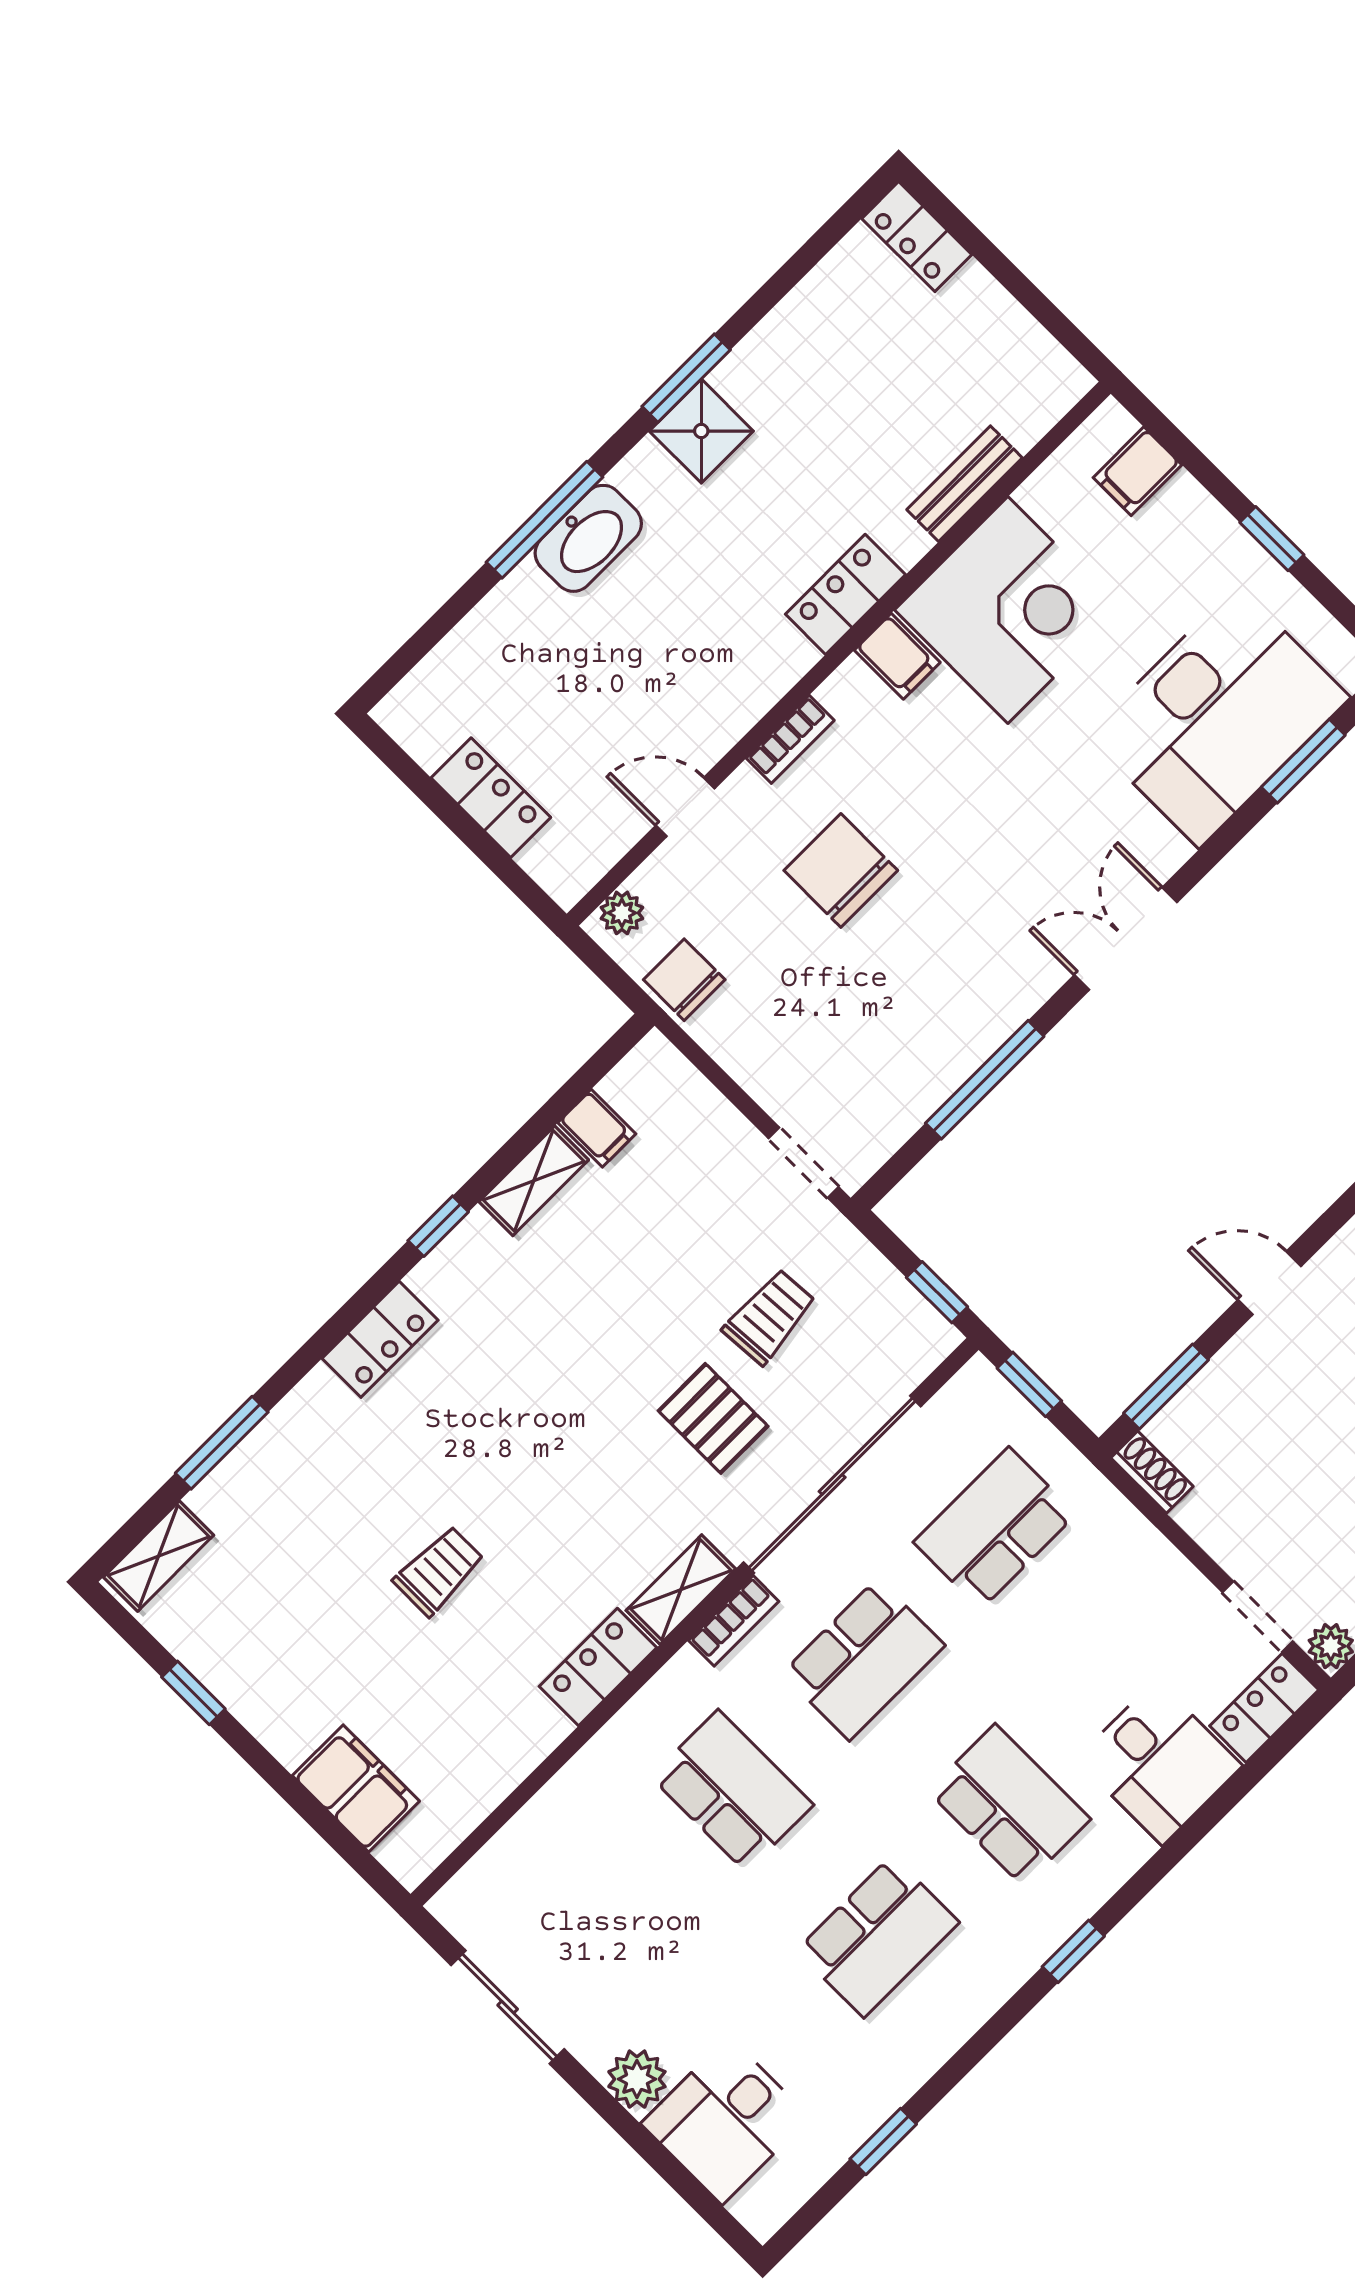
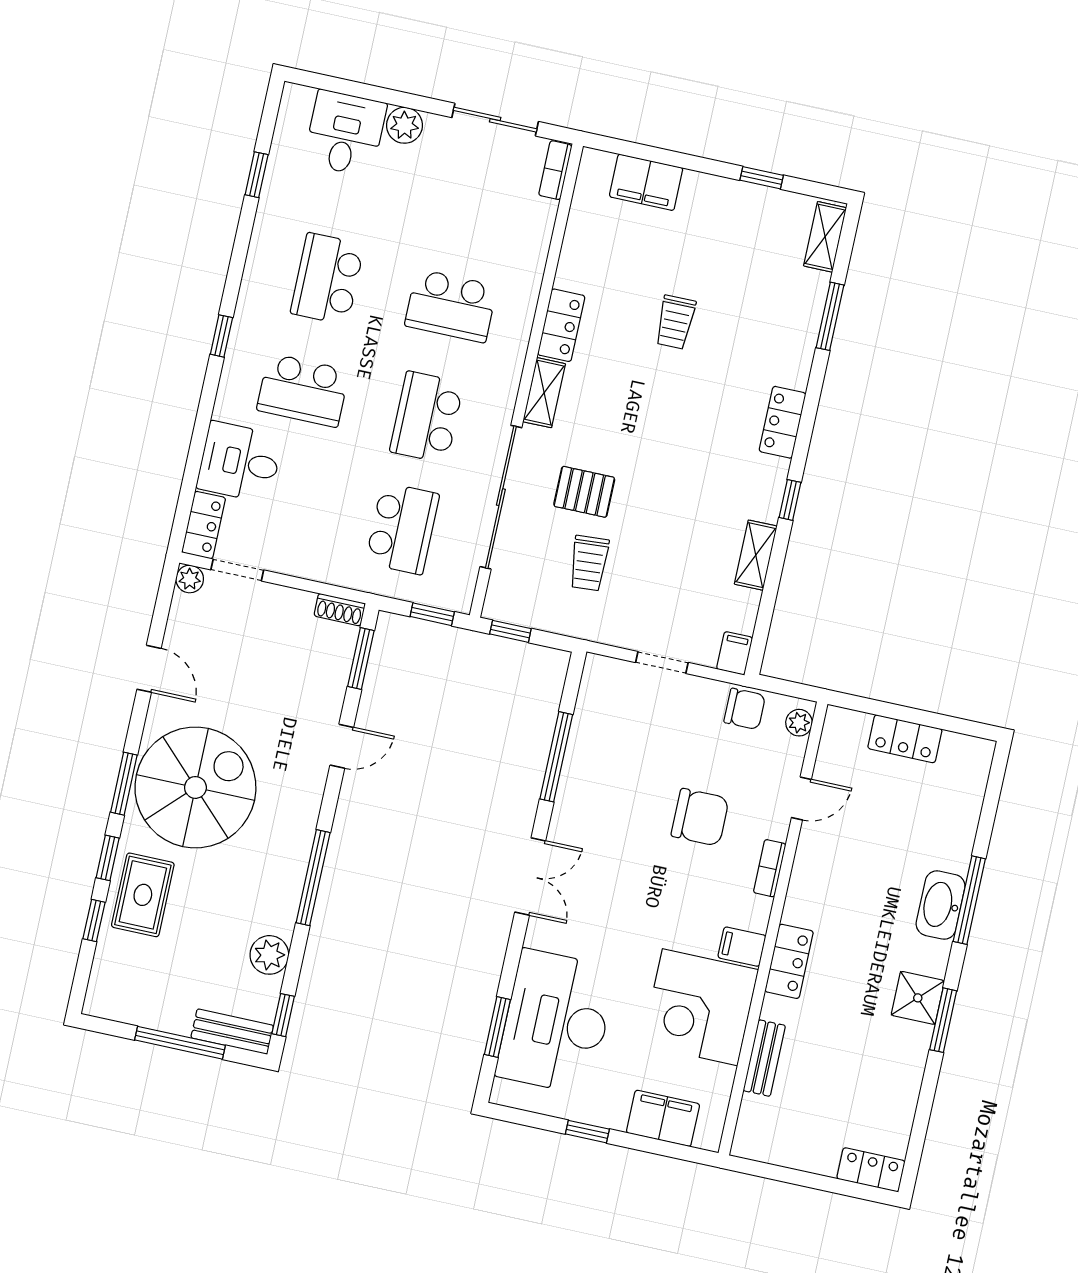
filing cabinet: (1138, 471) -> (663, 1118), width x2.00
filing cabinet: (597, 1128) -> (735, 653), moved, turned 90
doorway: (803, 1163) -> (662, 663), moved
bookcase: (734, 1621) -> (555, 170), moved

